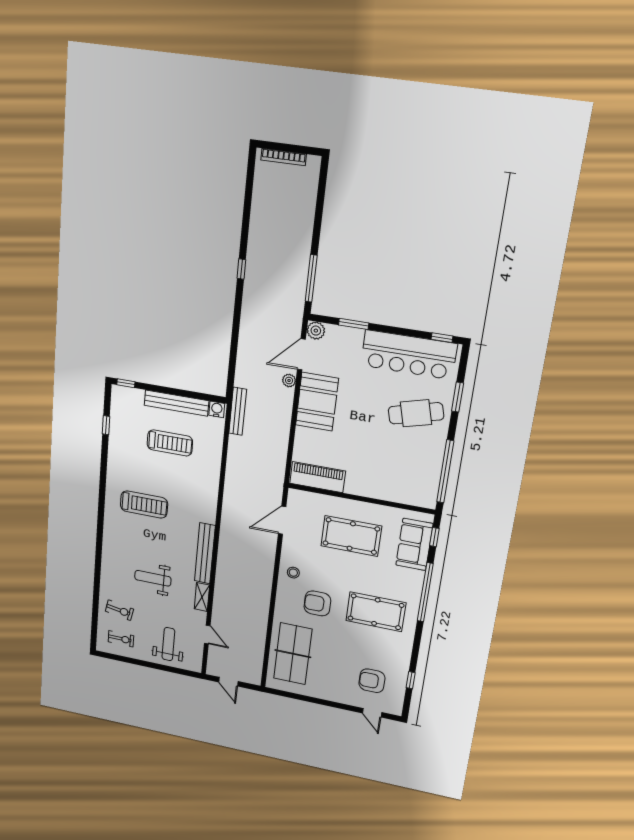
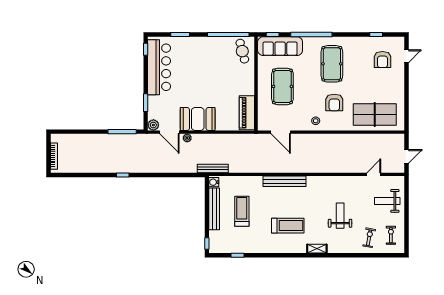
cafe table: (416, 413) -> (242, 51), moved, width x0.73, depth x0.74
treadmill: (144, 505) -> (288, 226), turned 90
sofa: (414, 544) -> (280, 46), width x1.36
bench: (205, 553) -> (285, 181), moved
weight bench: (153, 578) -> (340, 216), turned 180
shelving: (202, 597) -> (317, 249), moved

